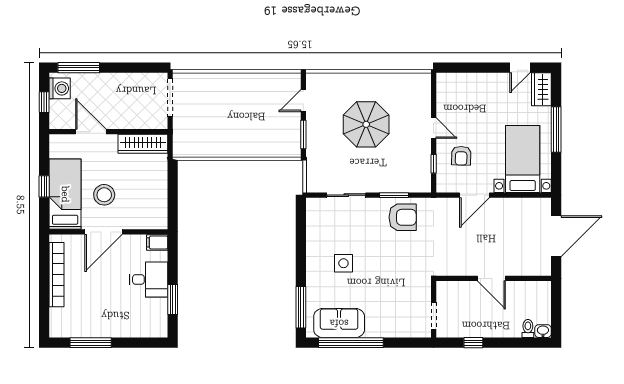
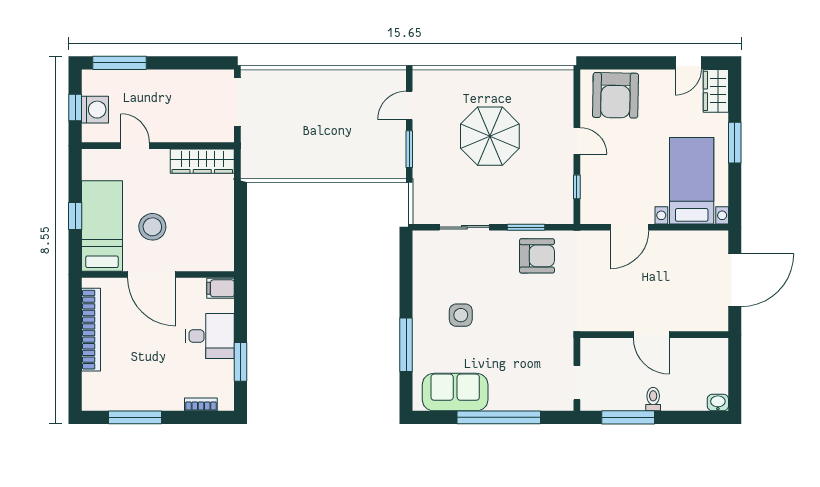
washing machine: (60, 88) -> (95, 110), moved
window: (556, 129) -> (735, 143), width x0.69
door: (91, 132) -> (135, 146), width x0.73
armchair: (461, 156) -> (615, 95), moved, width x1.88, depth x1.88
door: (104, 232) -> (152, 275), hinge flipped
window: (301, 307) -> (406, 345), moved
toilet: (528, 328) -> (653, 399), moved
bookcase: (142, 333) -> (201, 404), added
window: (351, 343) -> (499, 417), moved
window: (473, 343) -> (628, 417), width x2.17

